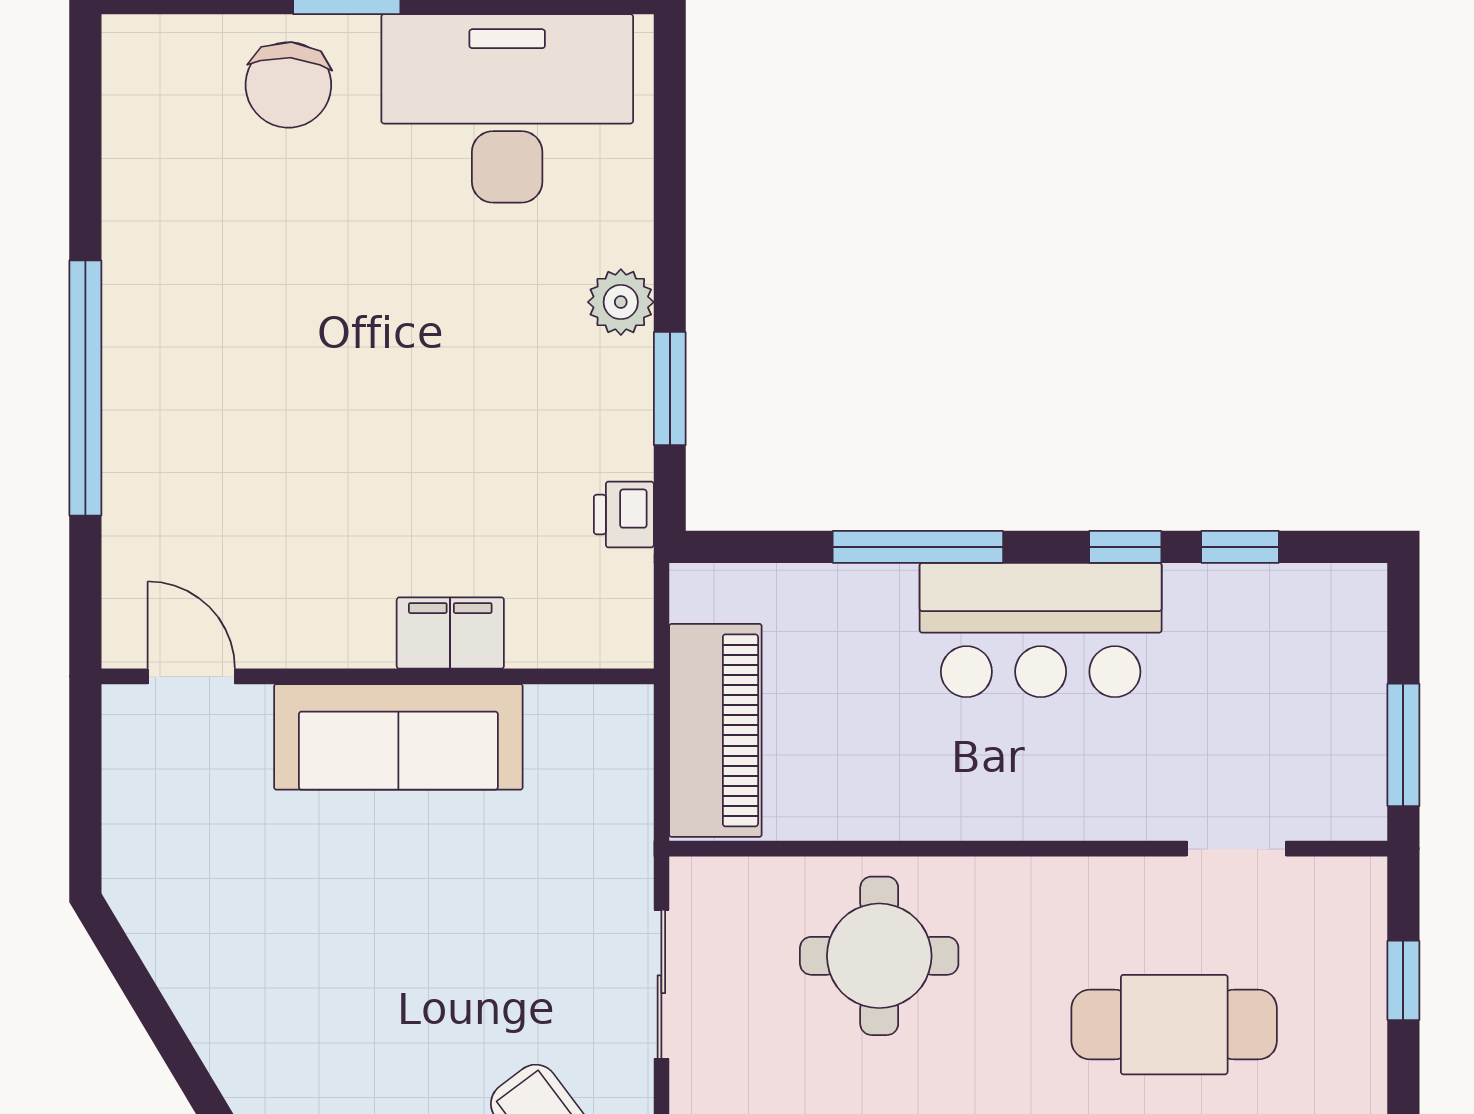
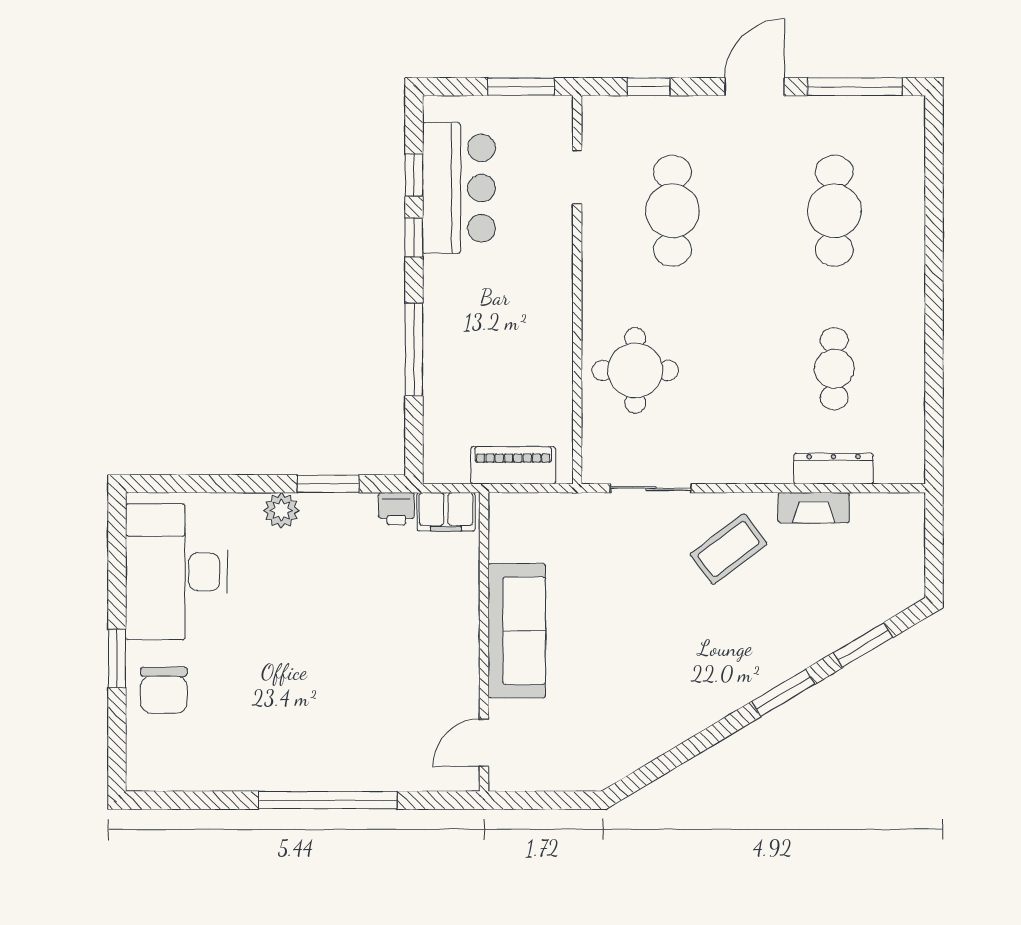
chair: (288, 85) -> (164, 690), turned 86
bar counter: (1041, 630) -> (459, 188), moved
filing cabinet: (450, 633) -> (446, 512), moved, turned -90
piano: (715, 730) -> (513, 465), width x0.73, depth x0.75

